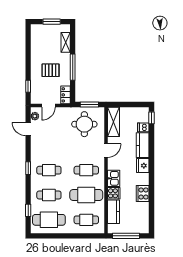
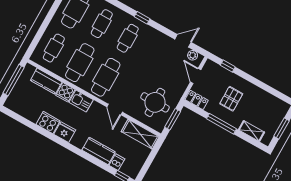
fridge: (143, 166) -> (65, 132), moved
cafe table: (86, 170) -> (106, 77), width x1.37, depth x1.35

